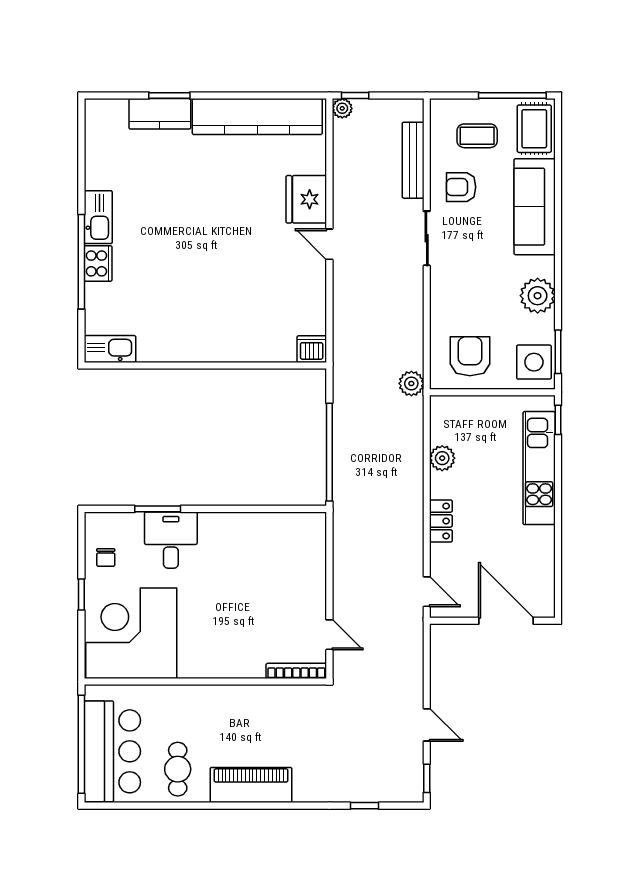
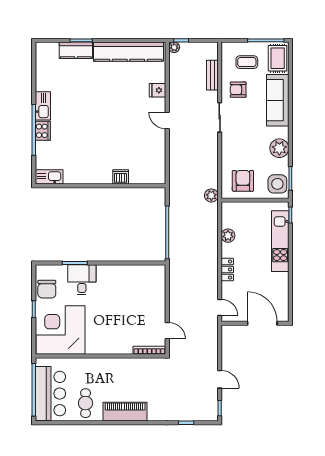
bench: (413, 160) -> (212, 75), width x0.73
fridge: (306, 199) -> (158, 90), width x0.53, depth x0.75
dishwasher: (312, 349) -> (121, 177), moved
chair: (106, 557) -> (47, 289), width x1.87, depth x1.87

